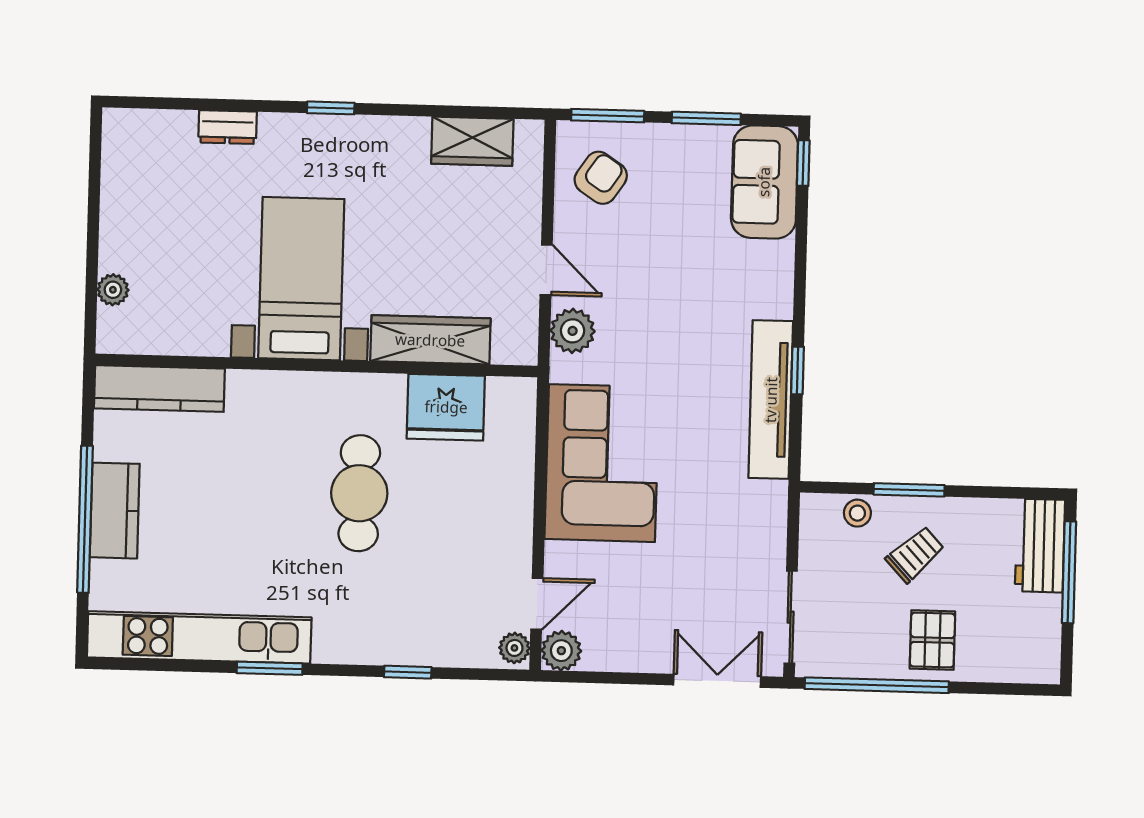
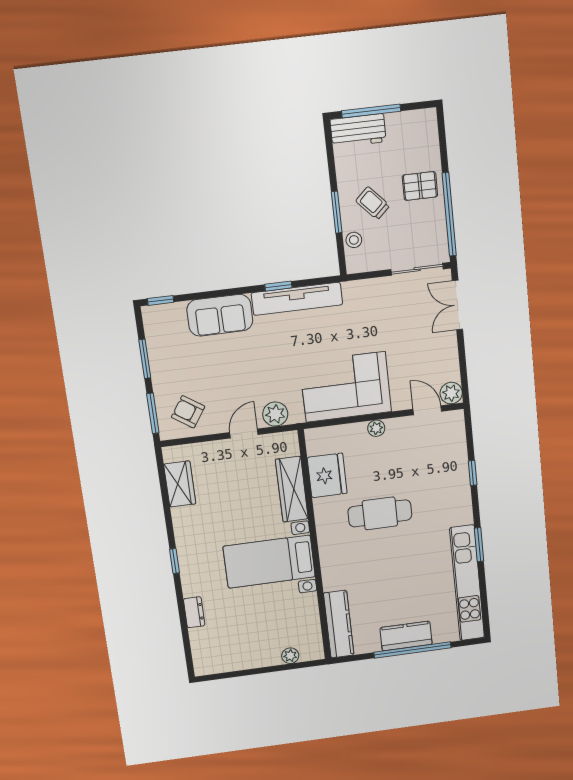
sofa: (764, 182) -> (220, 315), moved
plant: (514, 648) -> (376, 428), moved

